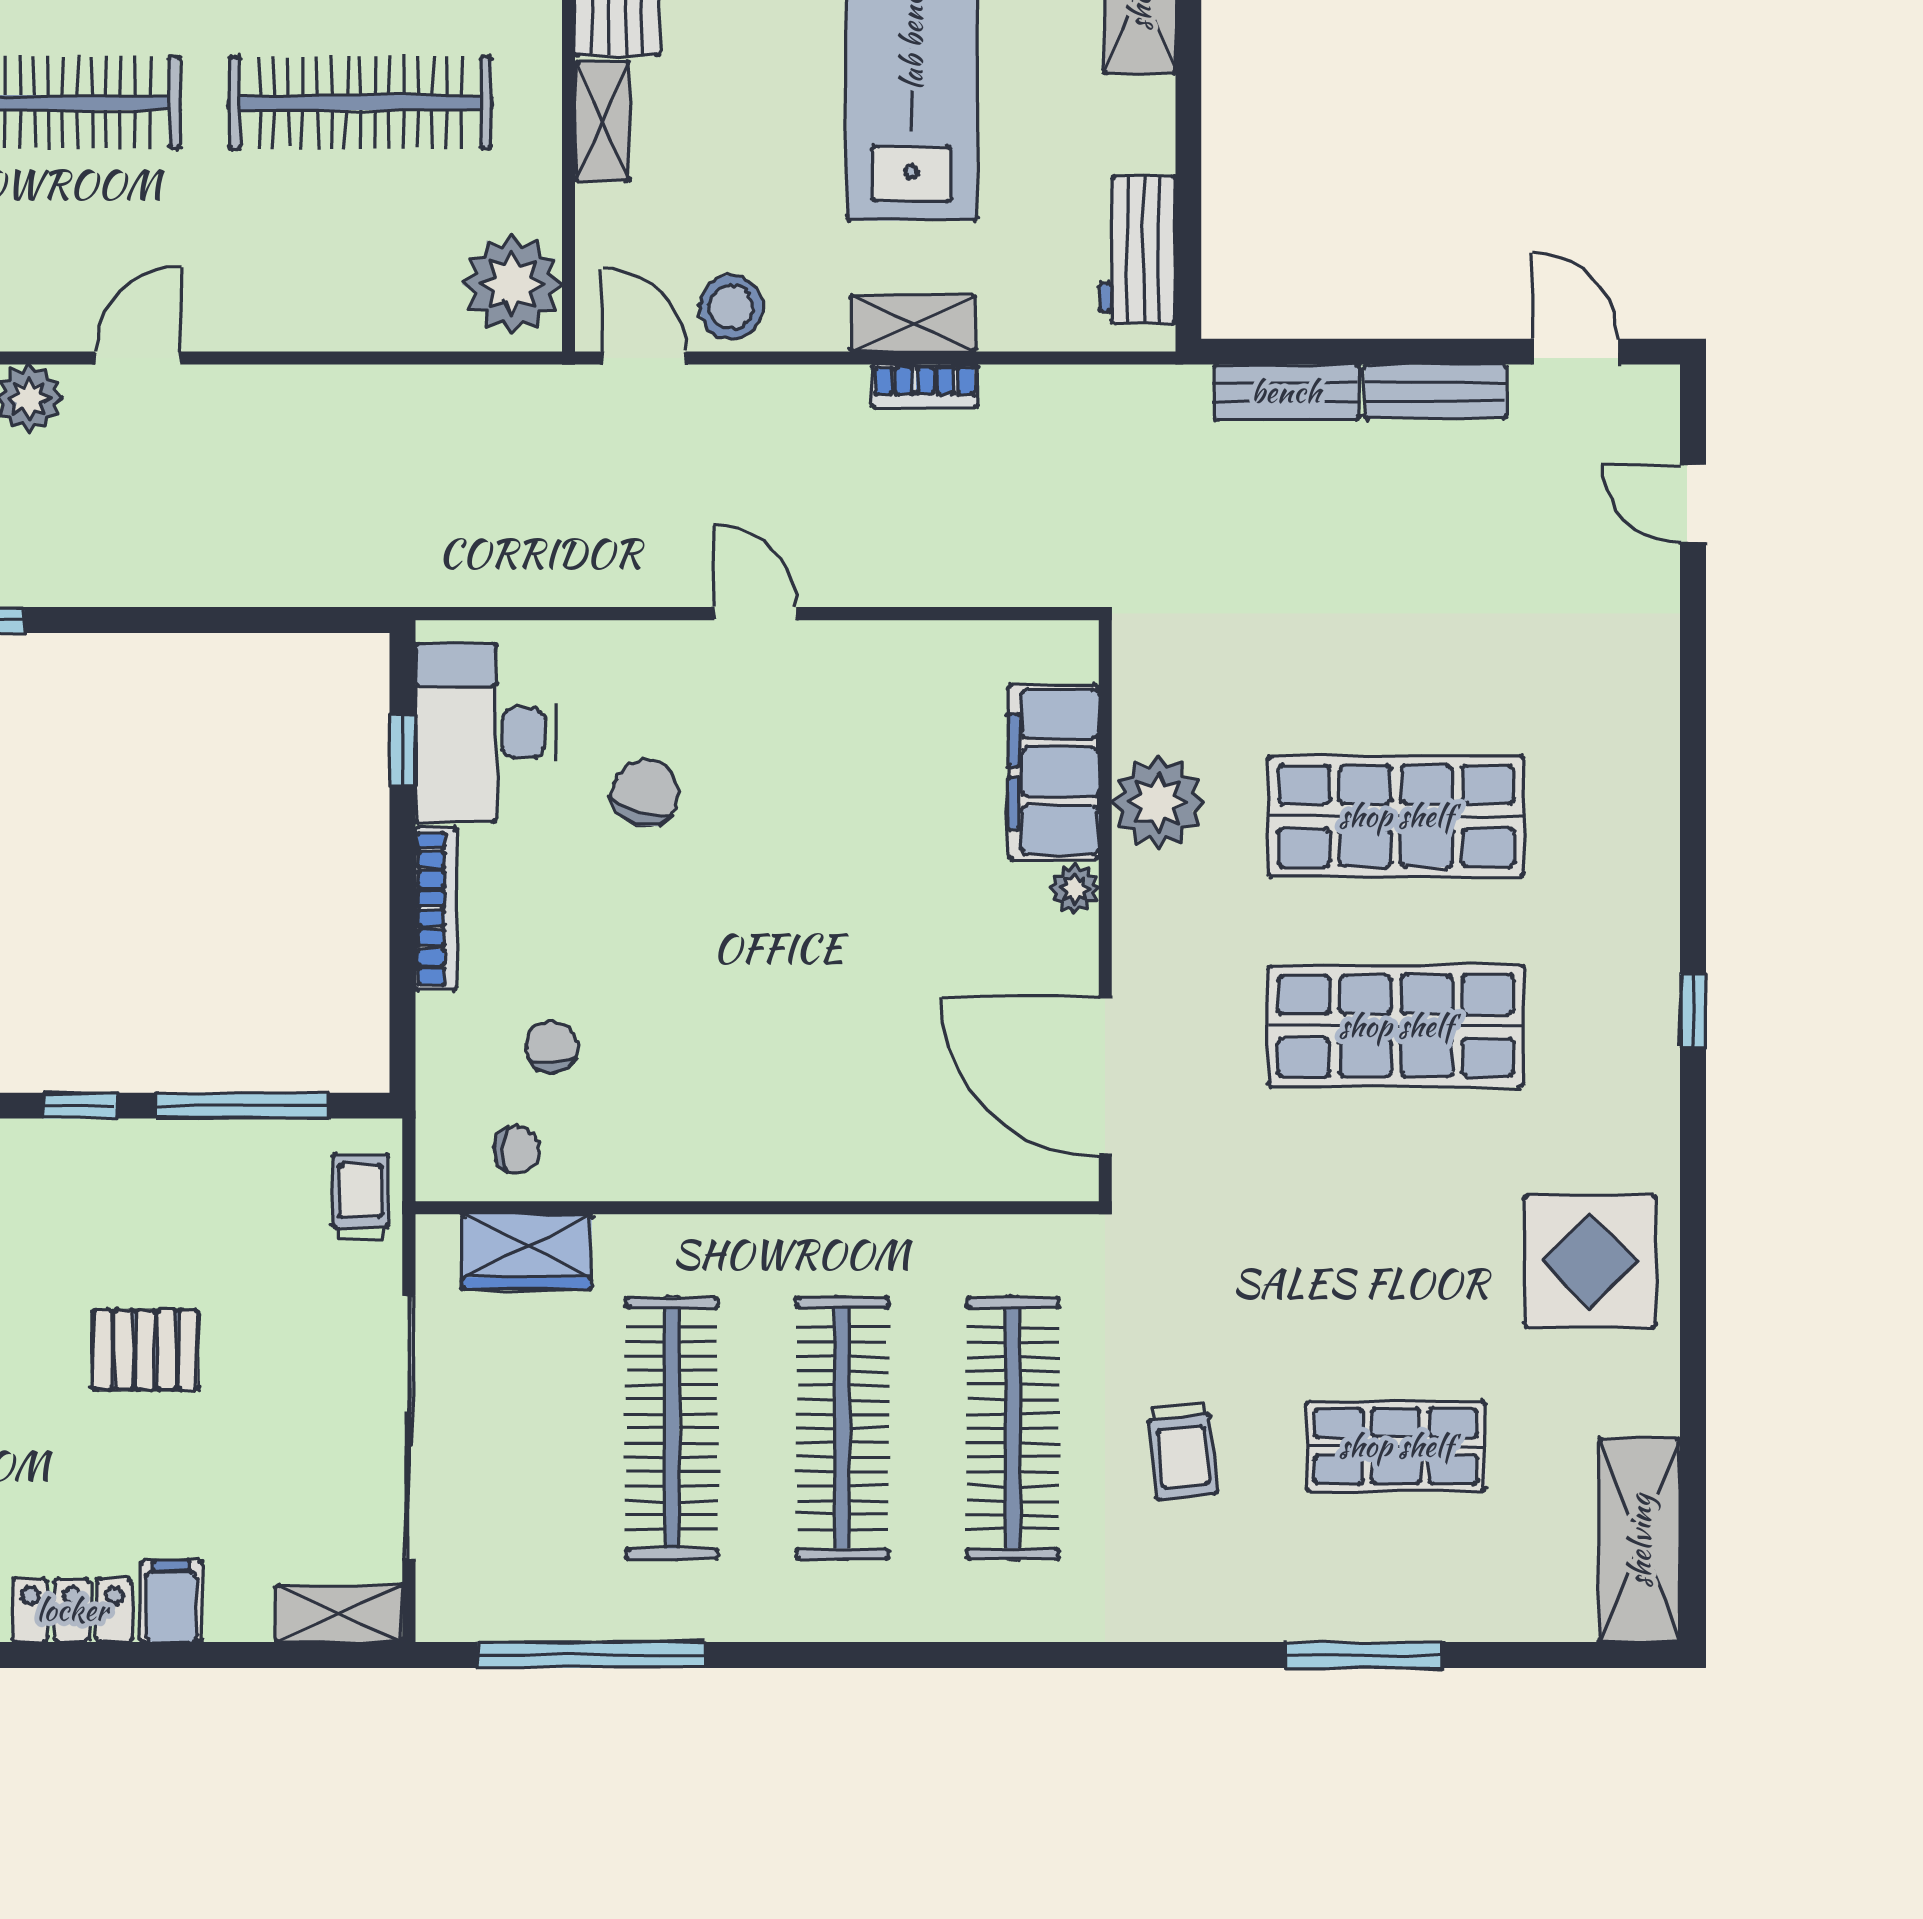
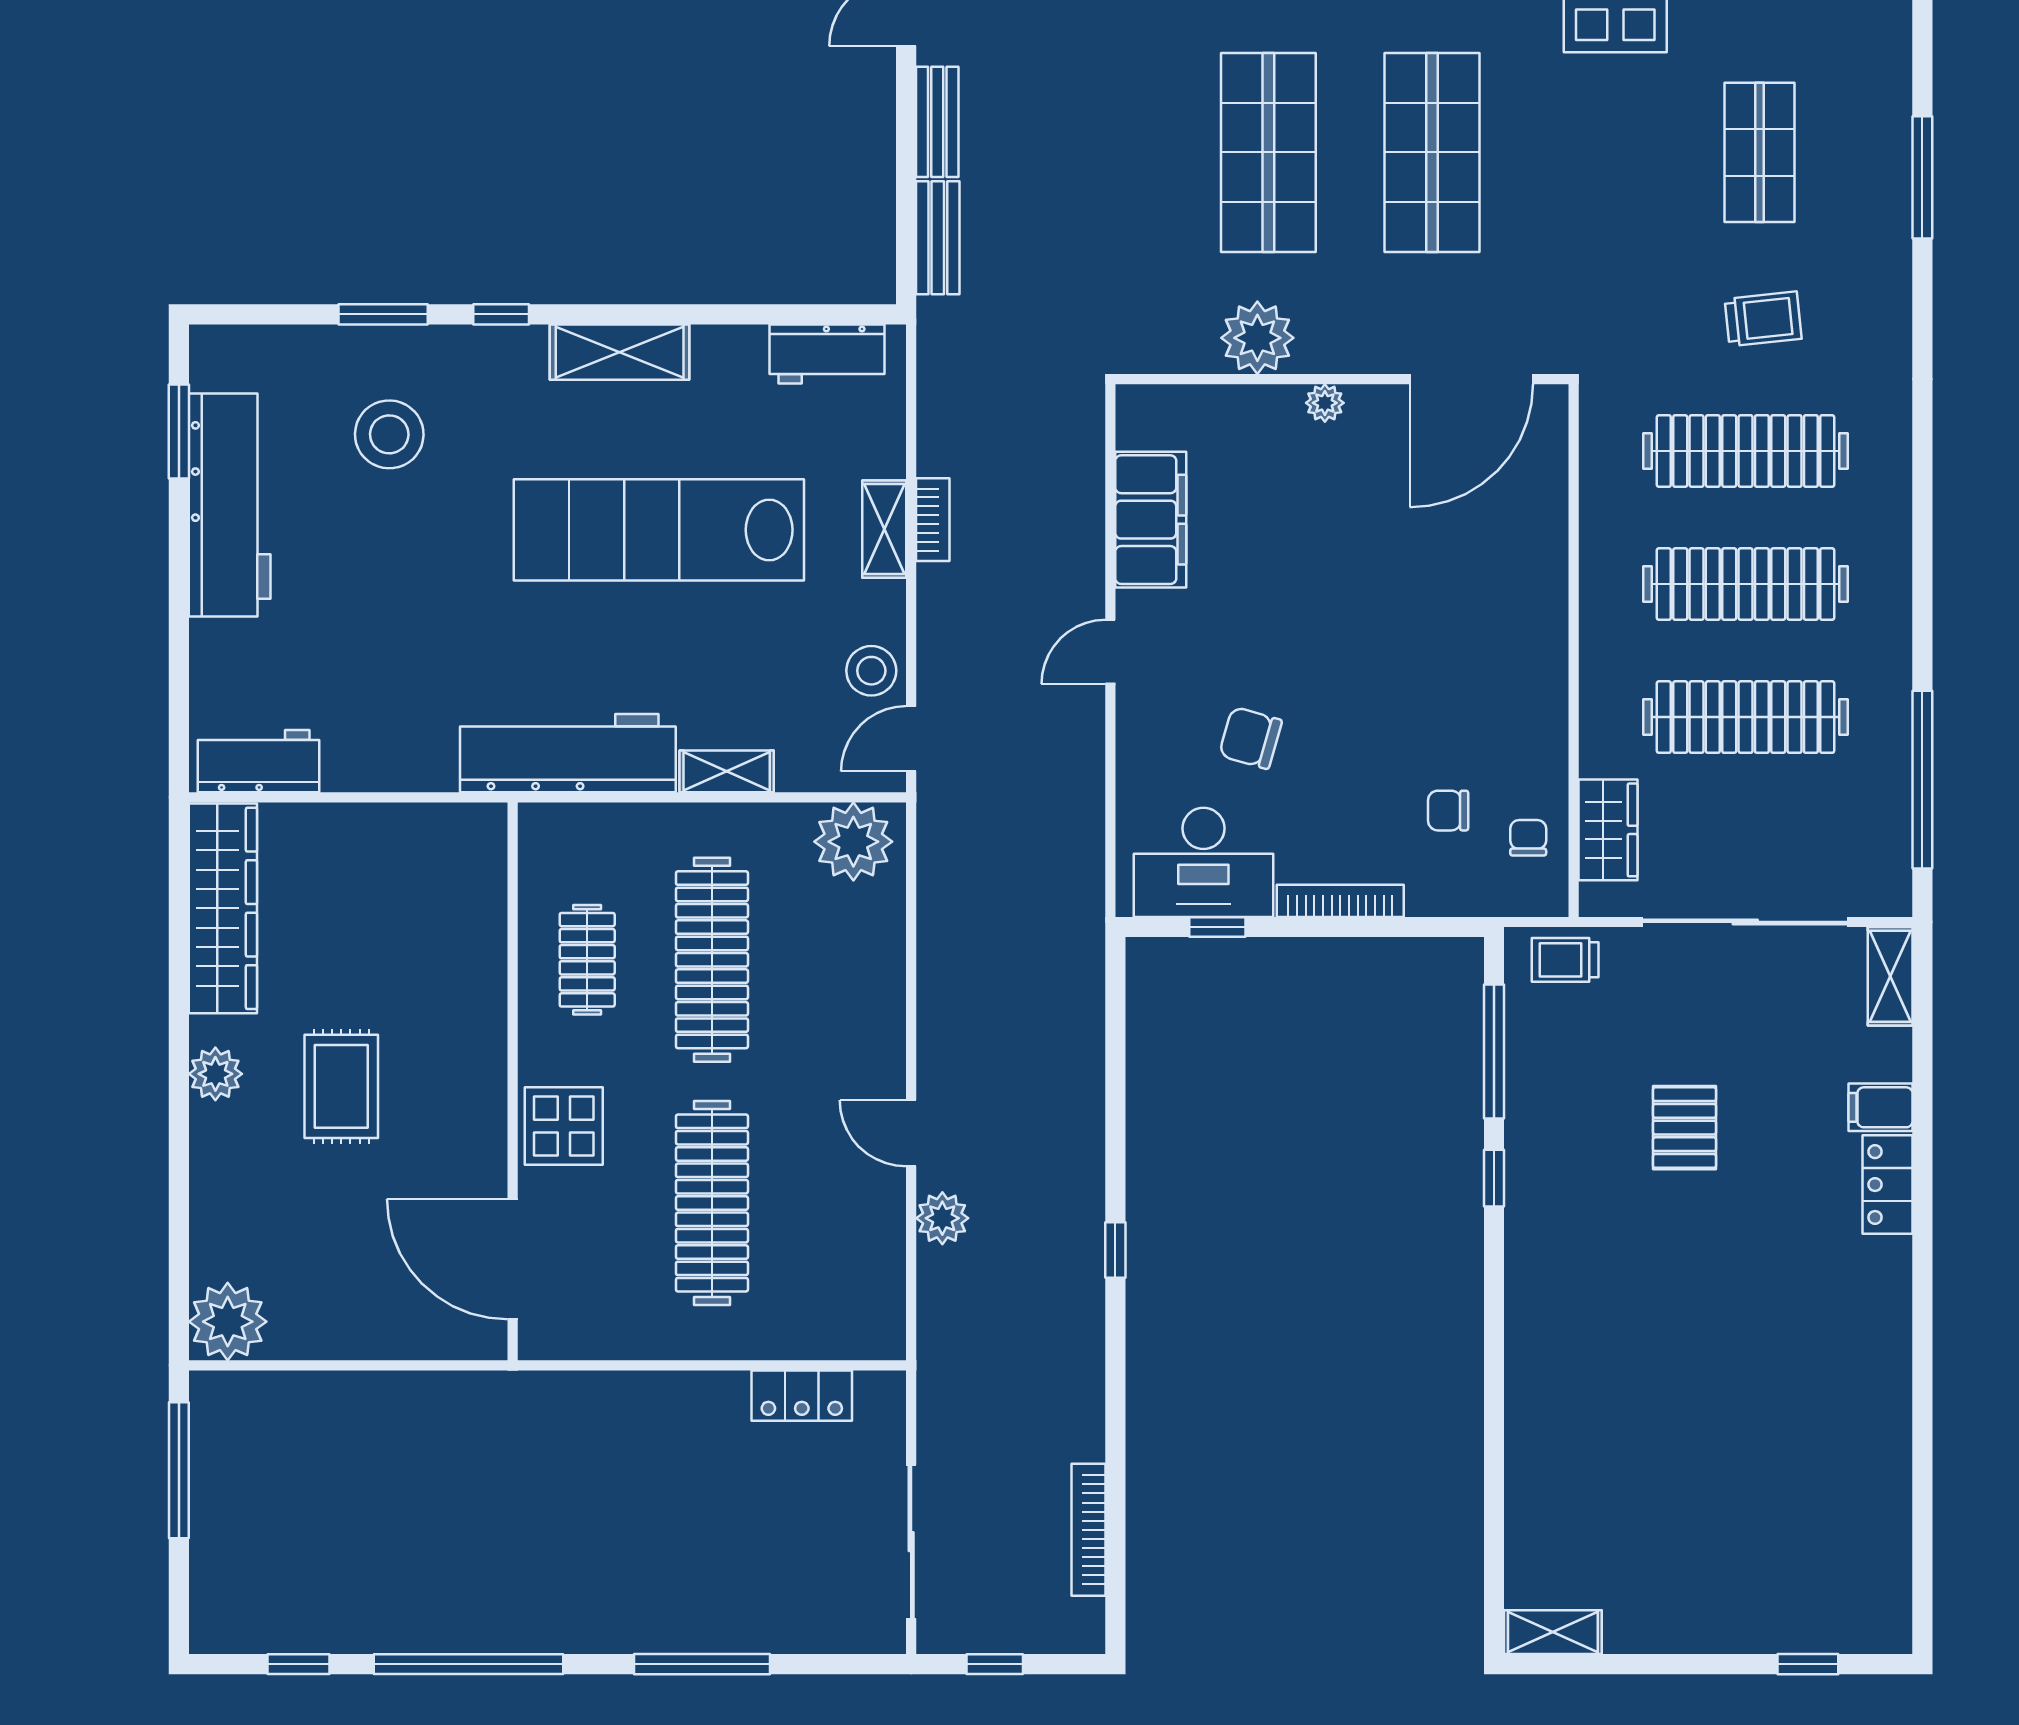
filing cabinet: (1054, 772) -> (1151, 520), moved, turned -90

